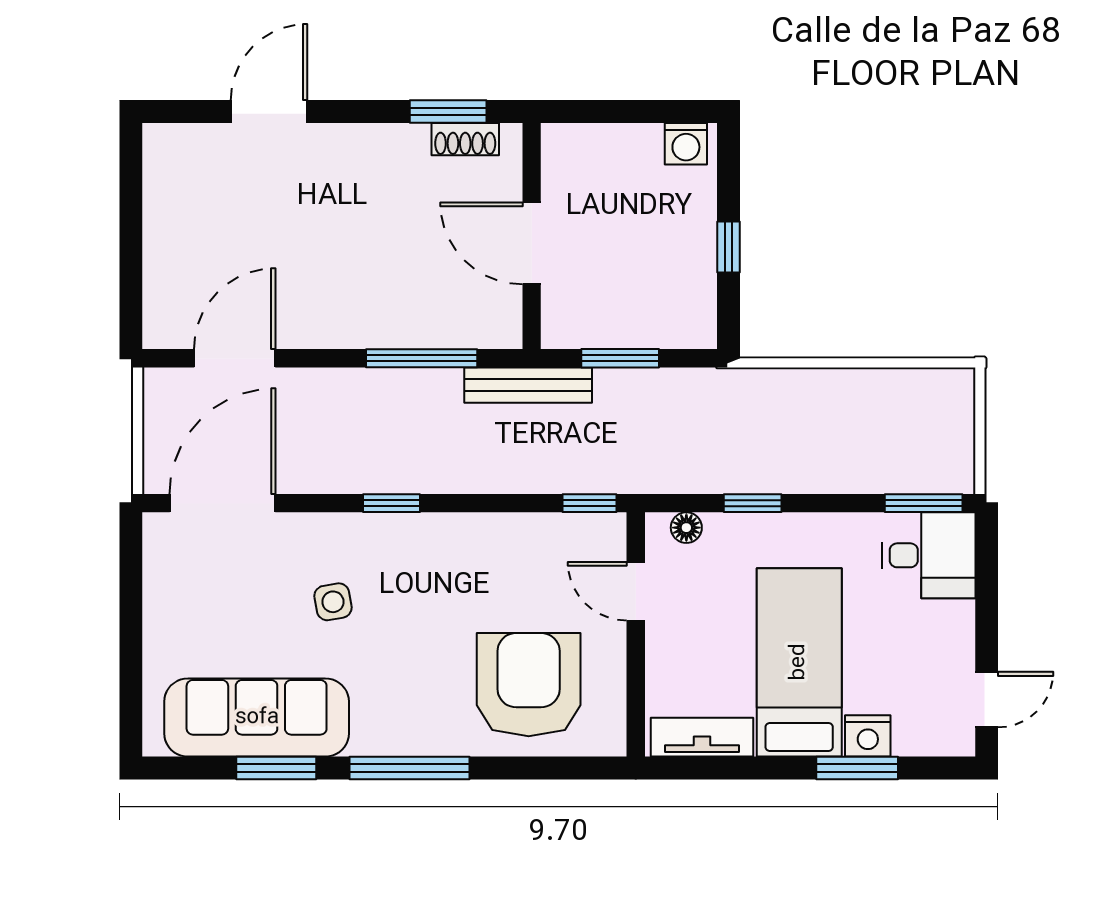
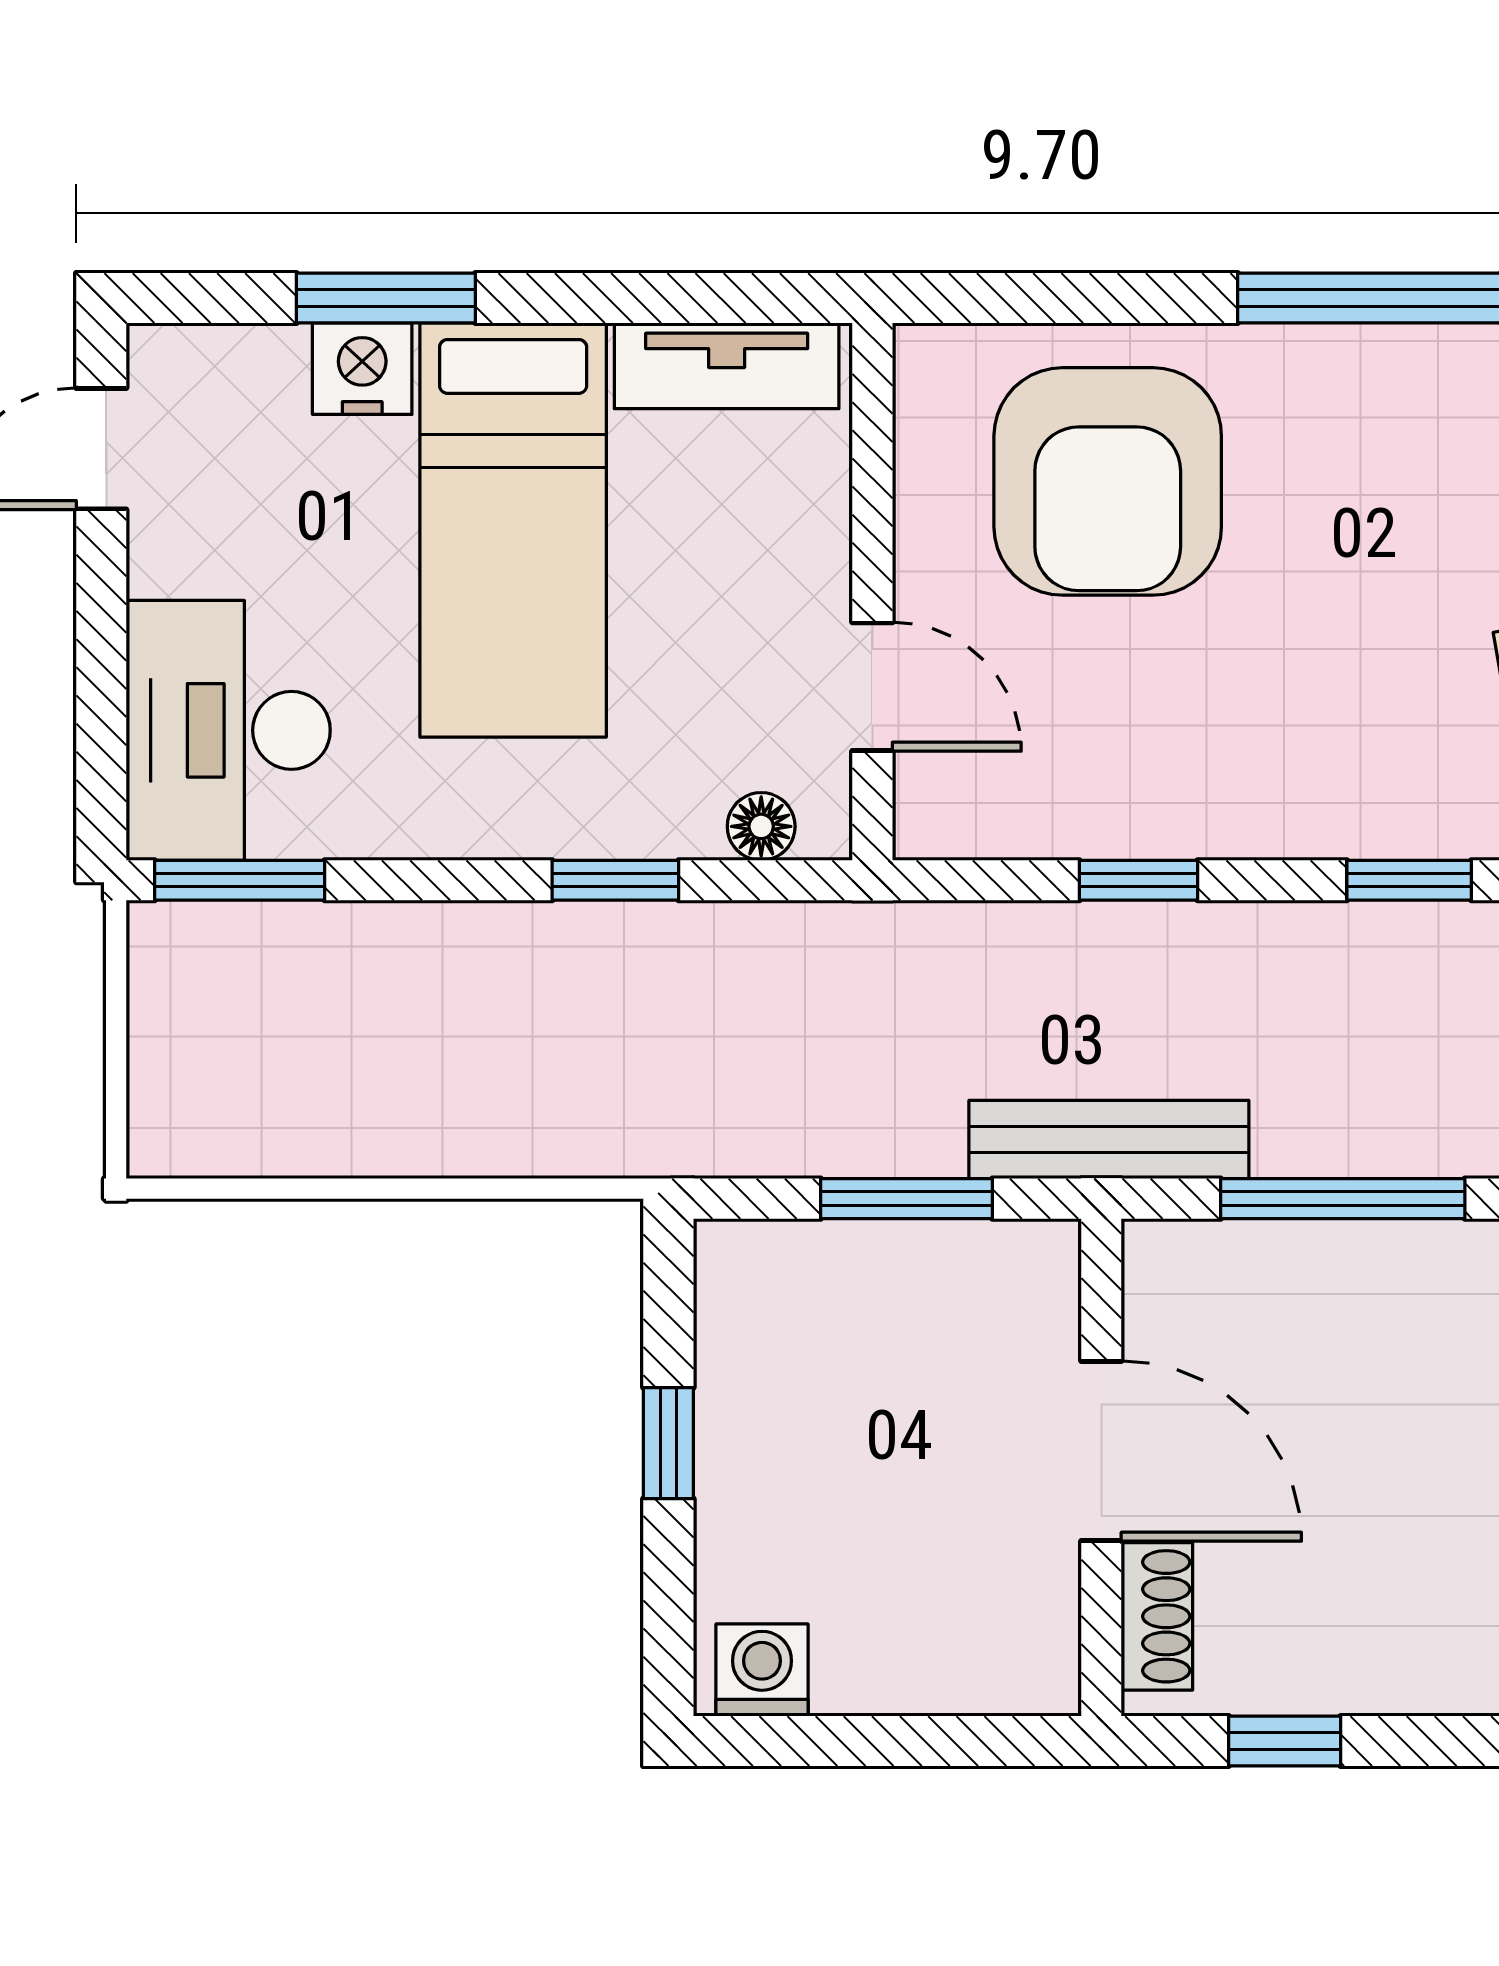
window: (448, 111) -> (1285, 1741), width x0.67
shoe rack: (465, 139) -> (1157, 1616), moved, turned 90
window: (589, 503) -> (1138, 880), moved
desk: (929, 555) -> (228, 730), width x1.37

